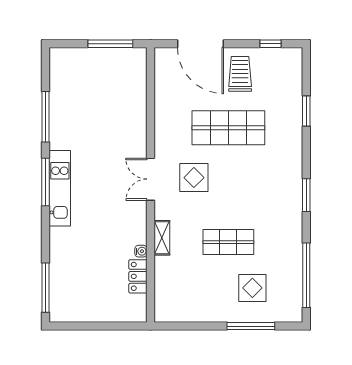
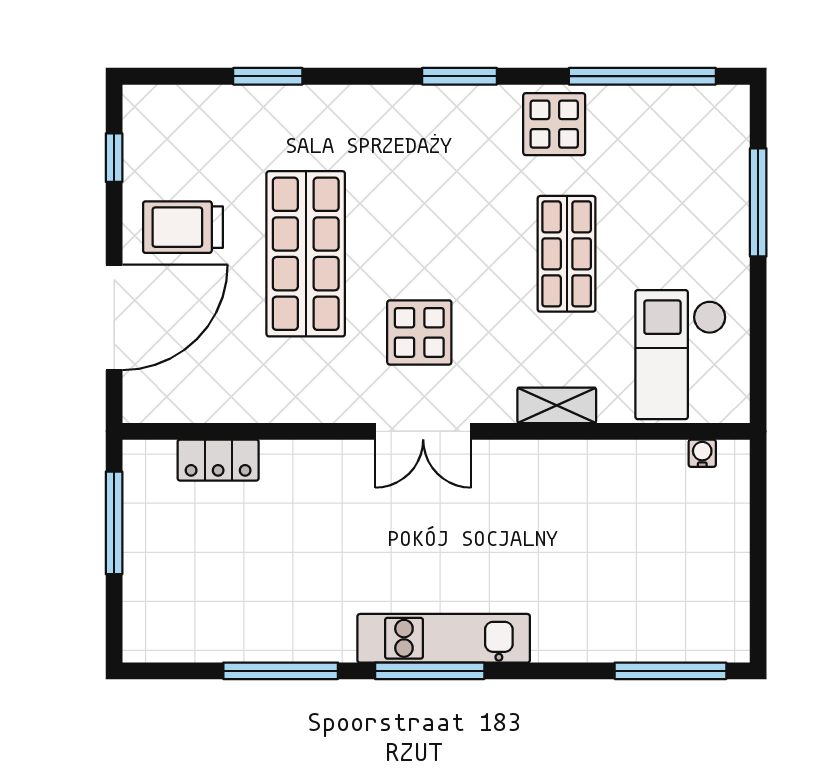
water cooler: (141, 251) -> (702, 453), moved
locker: (138, 276) -> (218, 460), moved
display table: (252, 288) -> (554, 124), moved
checkout: (184, 292) -> (681, 355), added

